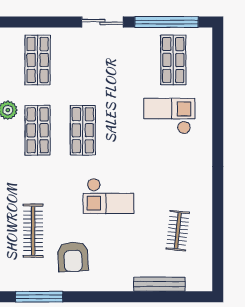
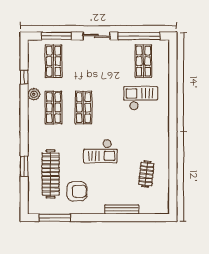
window: (42, 22) -> (56, 36), added
clothes rail: (33, 231) -> (51, 174), width x1.37, depth x1.31
armchair: (73, 257) -> (77, 191), turned -89
bench: (159, 284) -> (122, 209), moved

